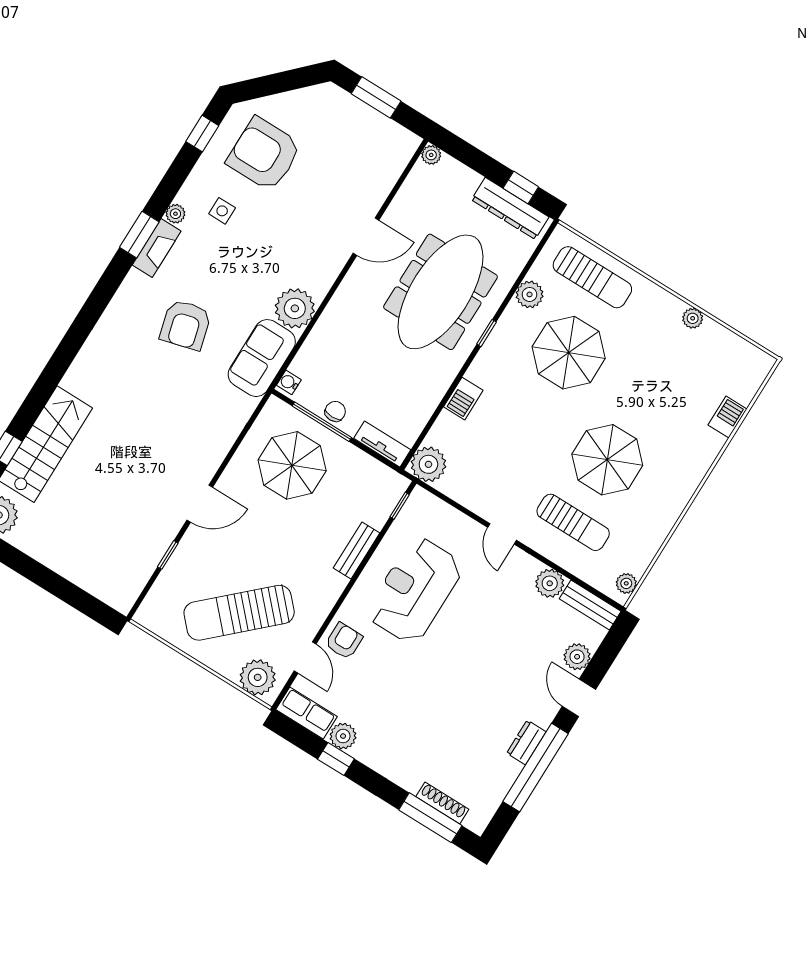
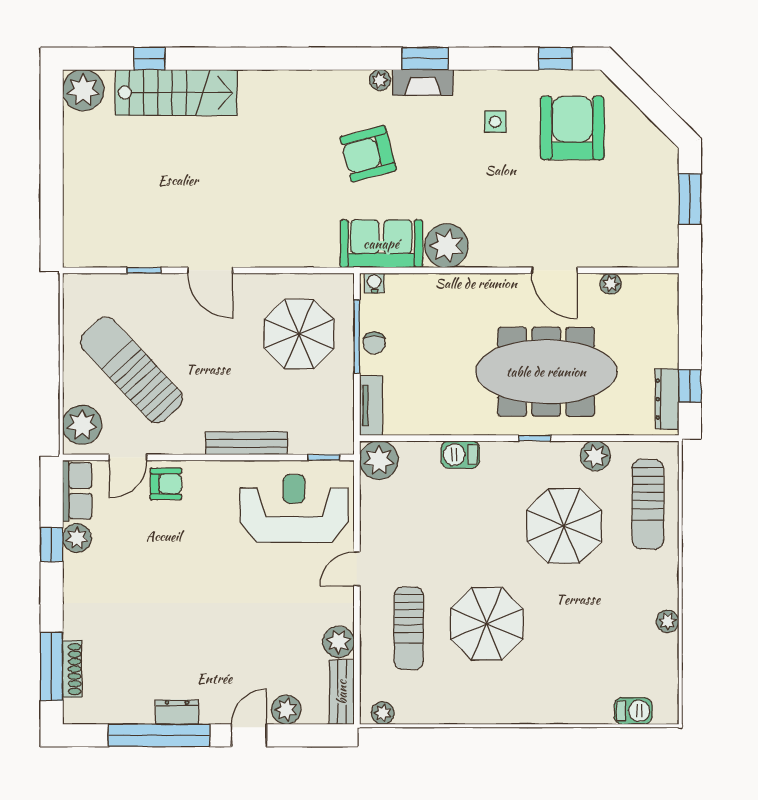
plant: (431, 155) -> (611, 284), moved
dresser: (510, 208) -> (667, 399), width x0.73, depth x0.80
plant: (175, 214) -> (380, 80), moved
chair: (335, 411) -> (374, 343), turned 90
barbecue: (727, 417) -> (633, 711), moved
bench: (357, 550) -> (246, 443), width x1.36
reception desk: (415, 590) -> (294, 508), moved

